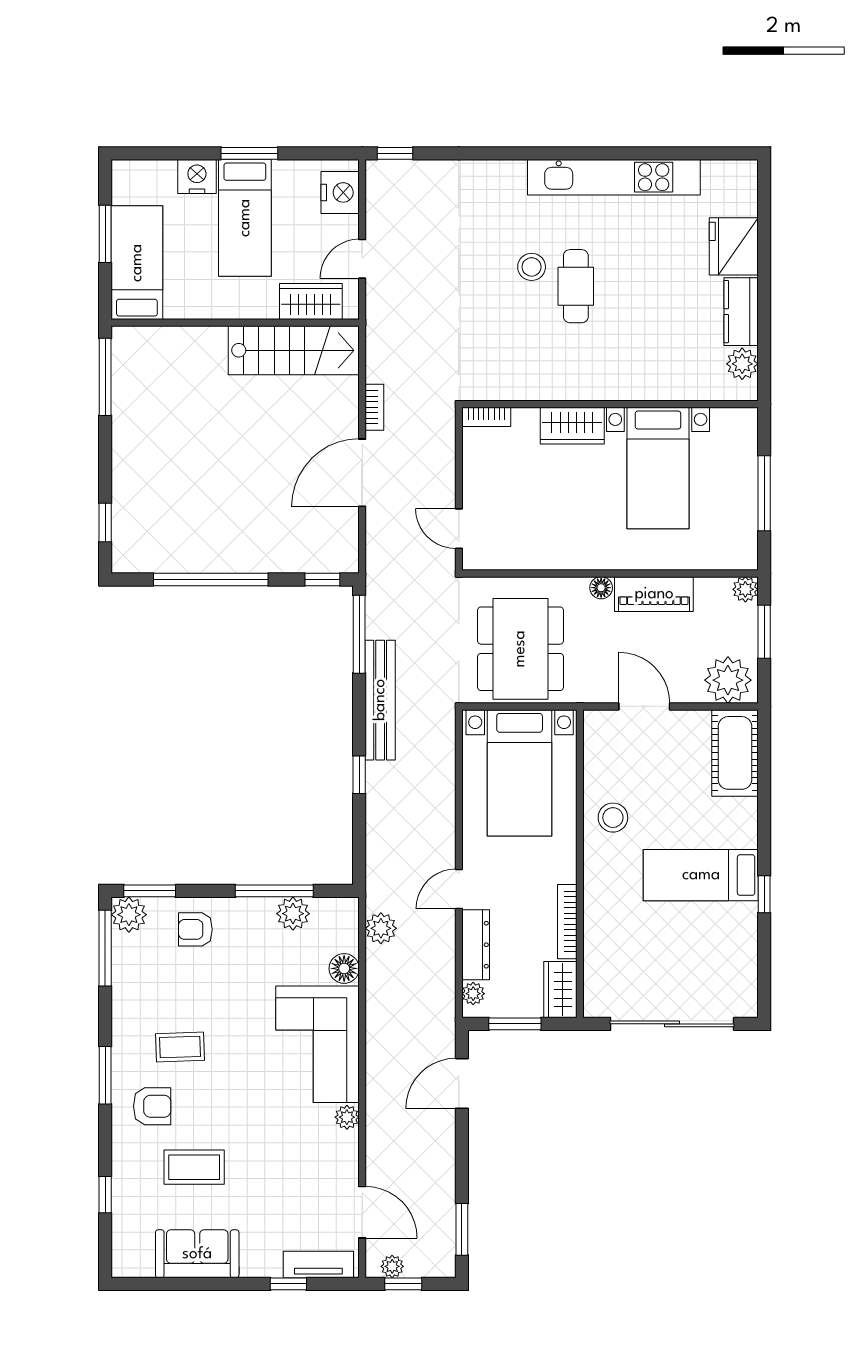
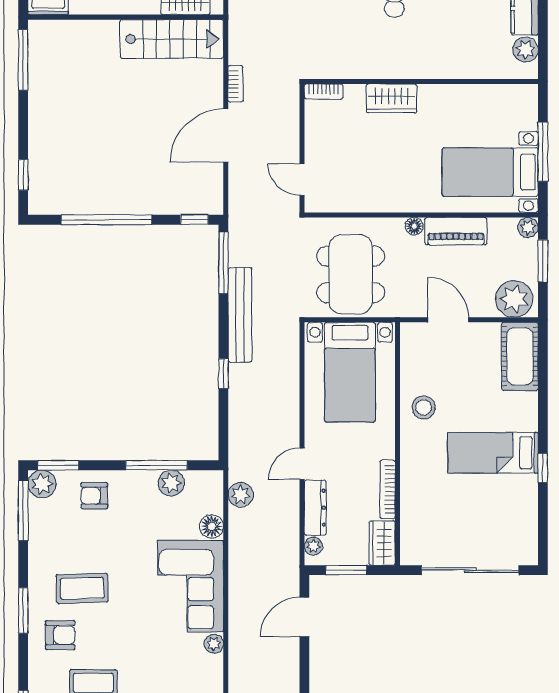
bed with nightstands: (658, 468) -> (490, 172), moved, turned 90
coffee table: (180, 1047) -> (82, 588), width x1.36, depth x1.30

